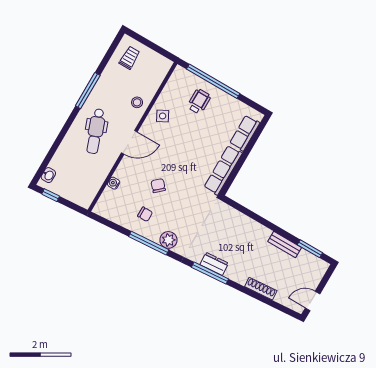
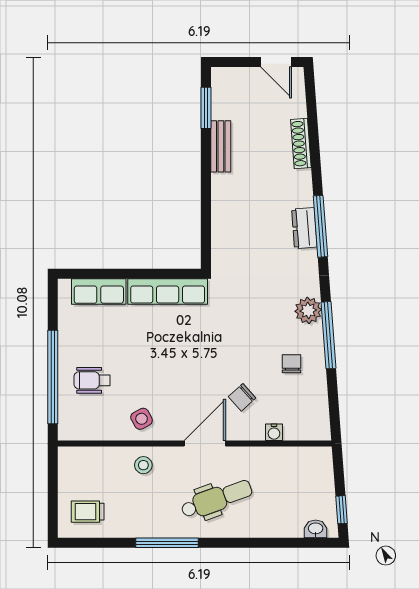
door: (129, 142) -> (205, 444), hinge flipped
chair: (158, 186) -> (242, 397), moved

